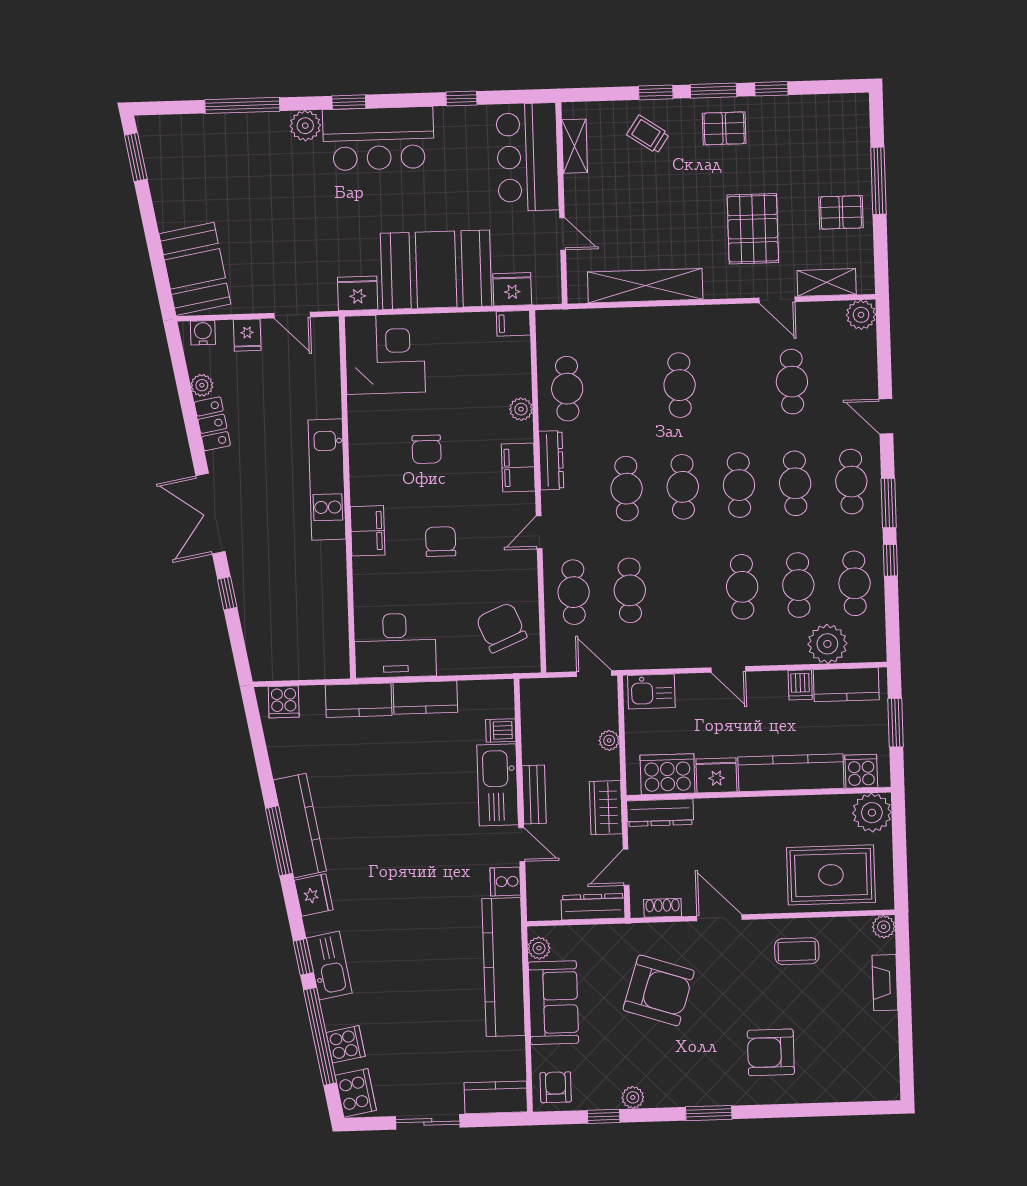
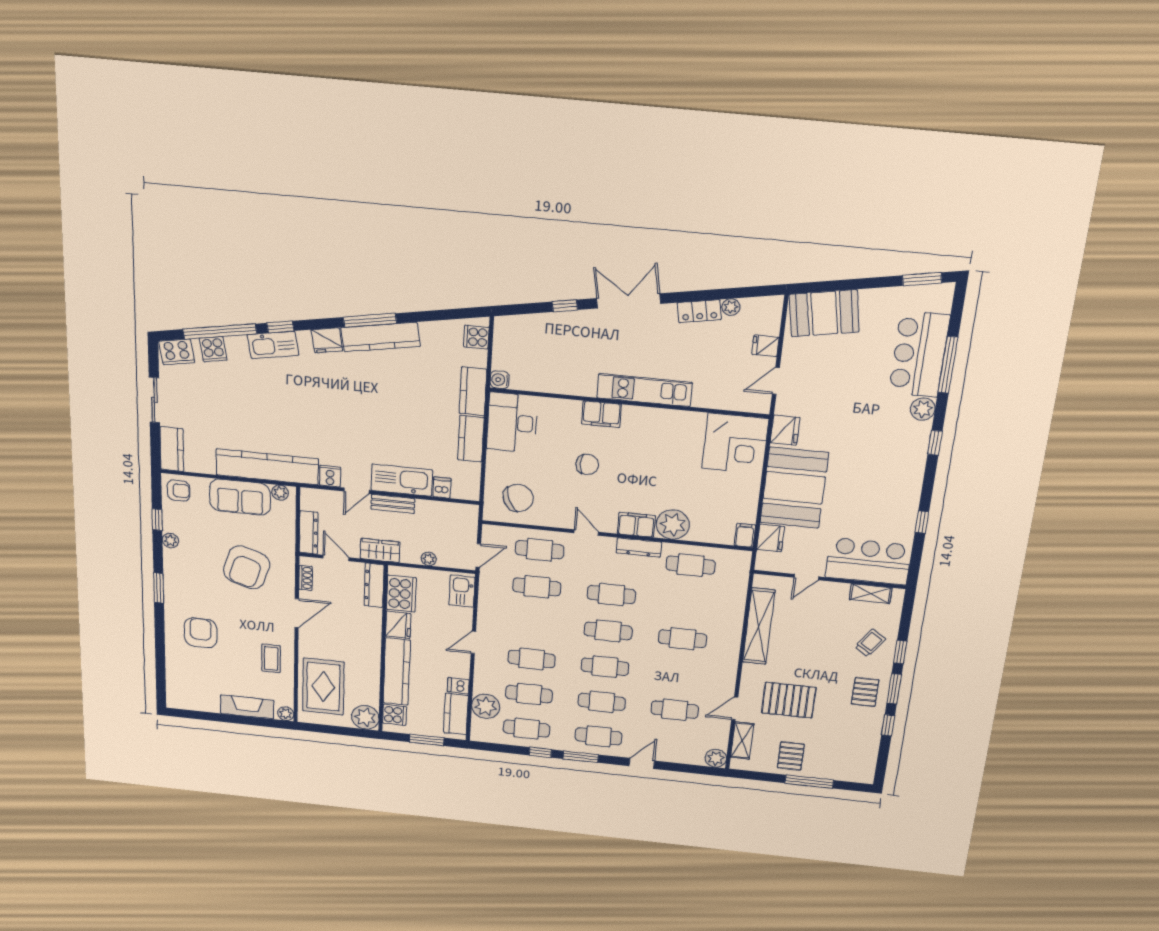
bar counter: (379, 139) -> (919, 354), moved
water cooler: (203, 333) -> (500, 380), moved, turned 180
plant: (521, 409) -> (673, 525), width x1.88, depth x1.88
chair: (427, 449) -> (658, 464), removed
fireplace: (885, 983) -> (247, 707), width x1.37, depth x1.32

